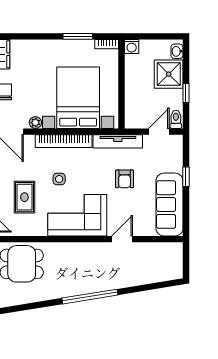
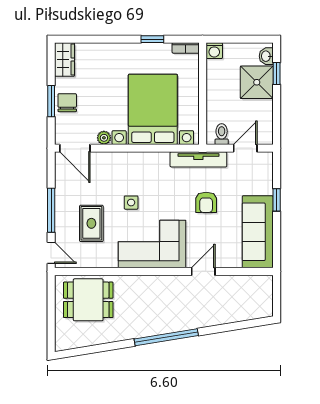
window: (78, 36) -> (152, 39), width x0.67
window: (186, 93) -> (277, 73), moved
toilet: (176, 119) -> (222, 134), moved
bookcase: (64, 141) -> (136, 159), removed

